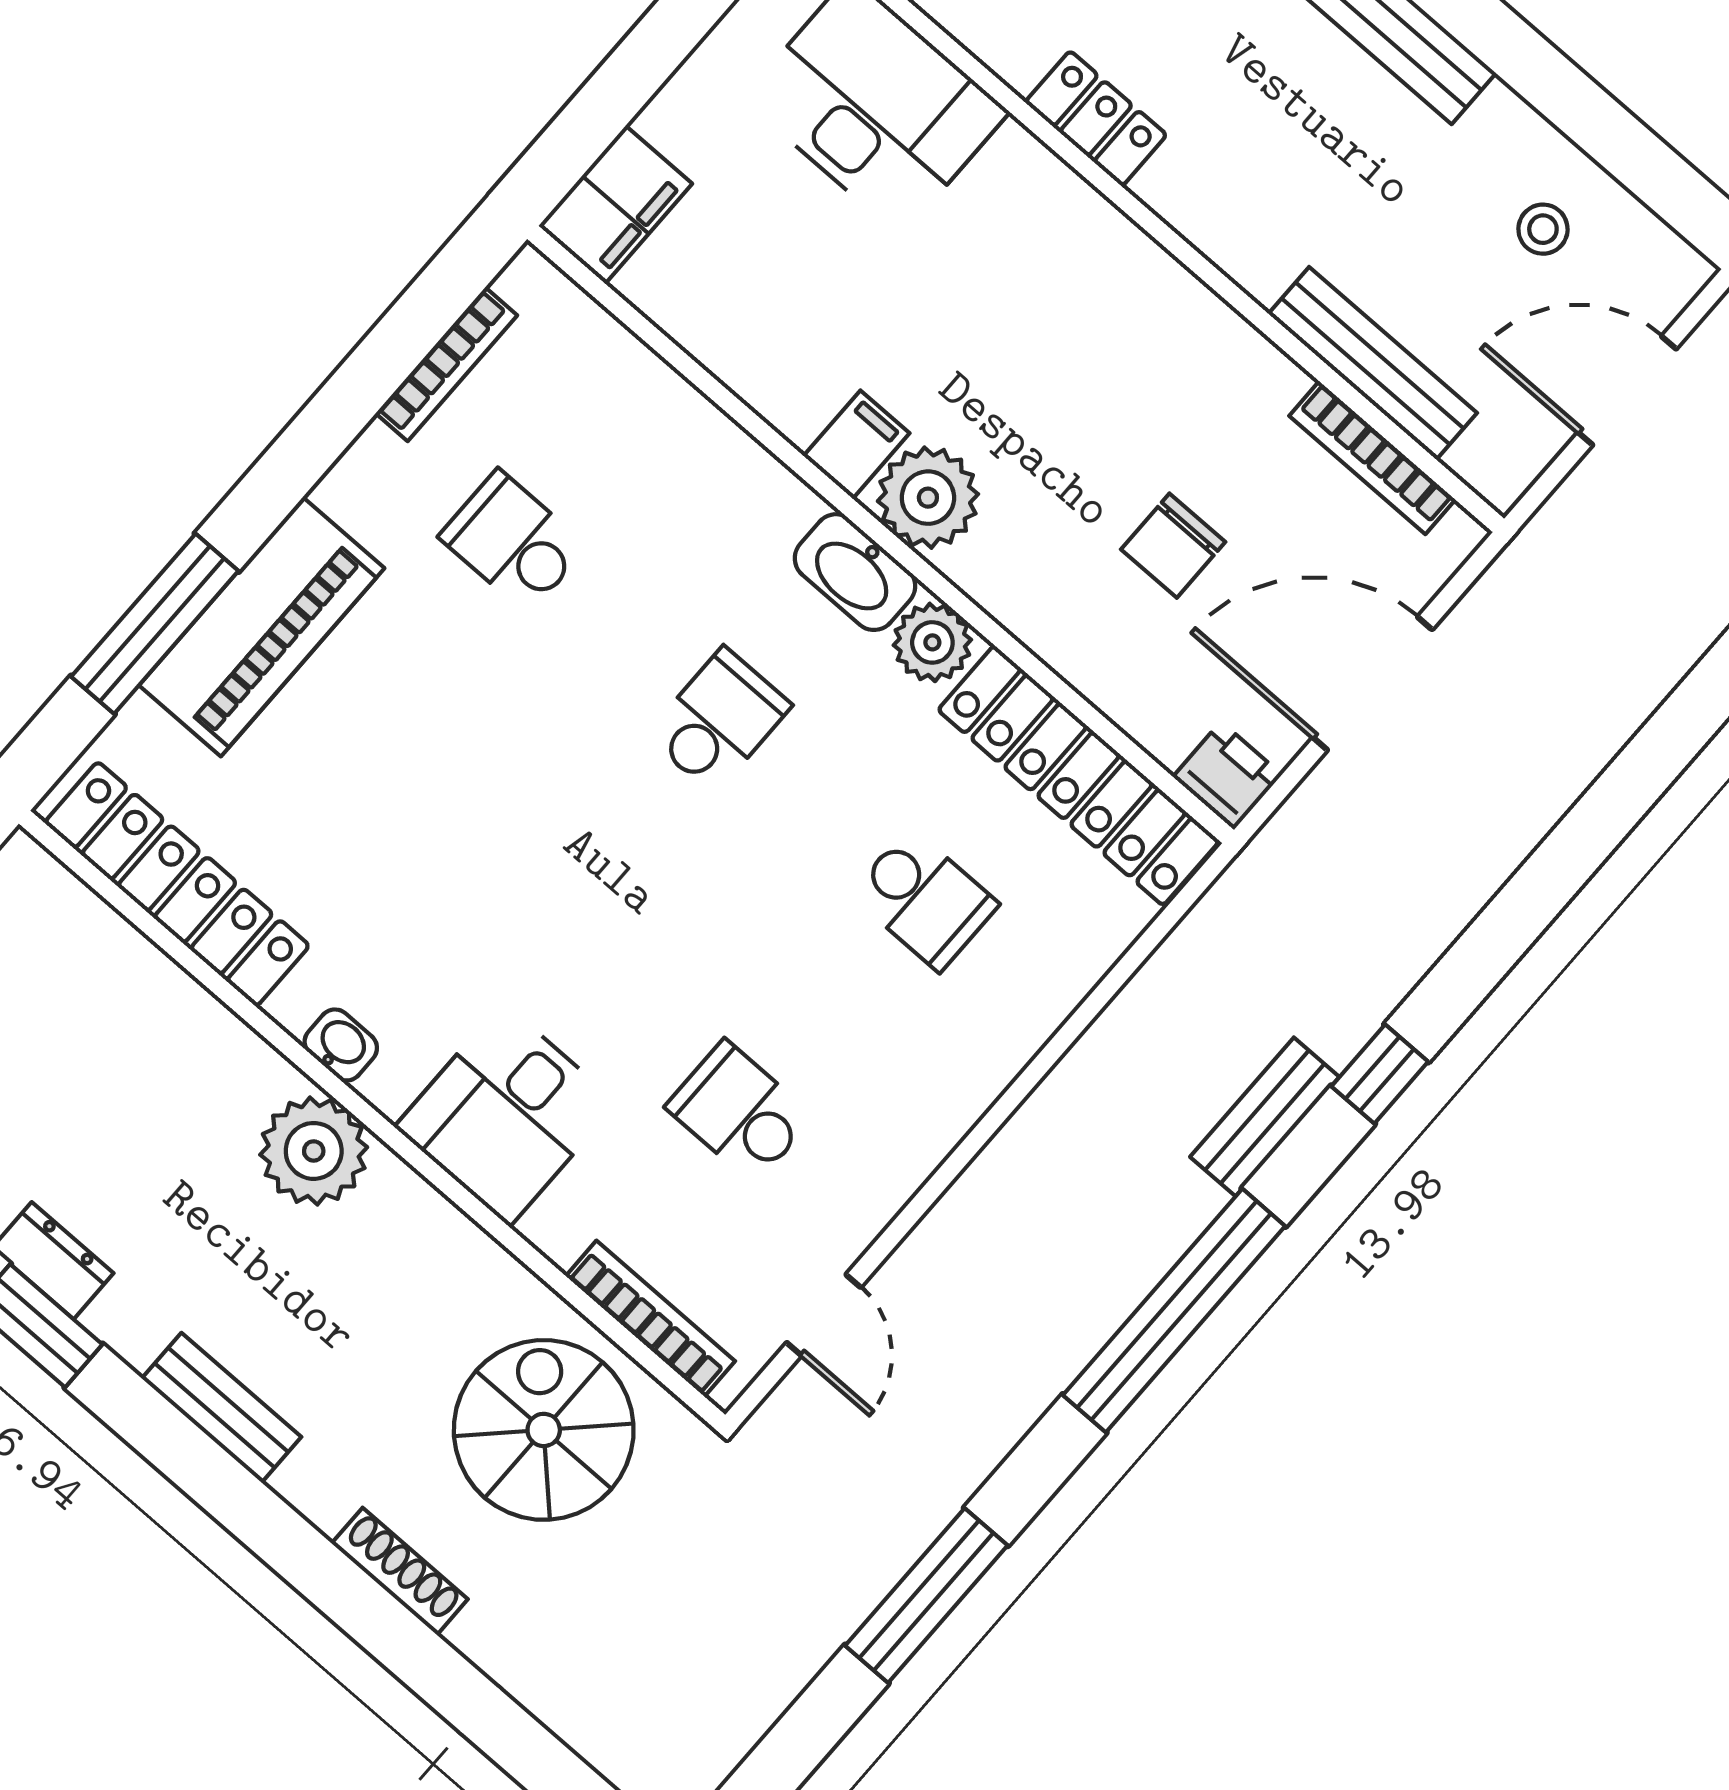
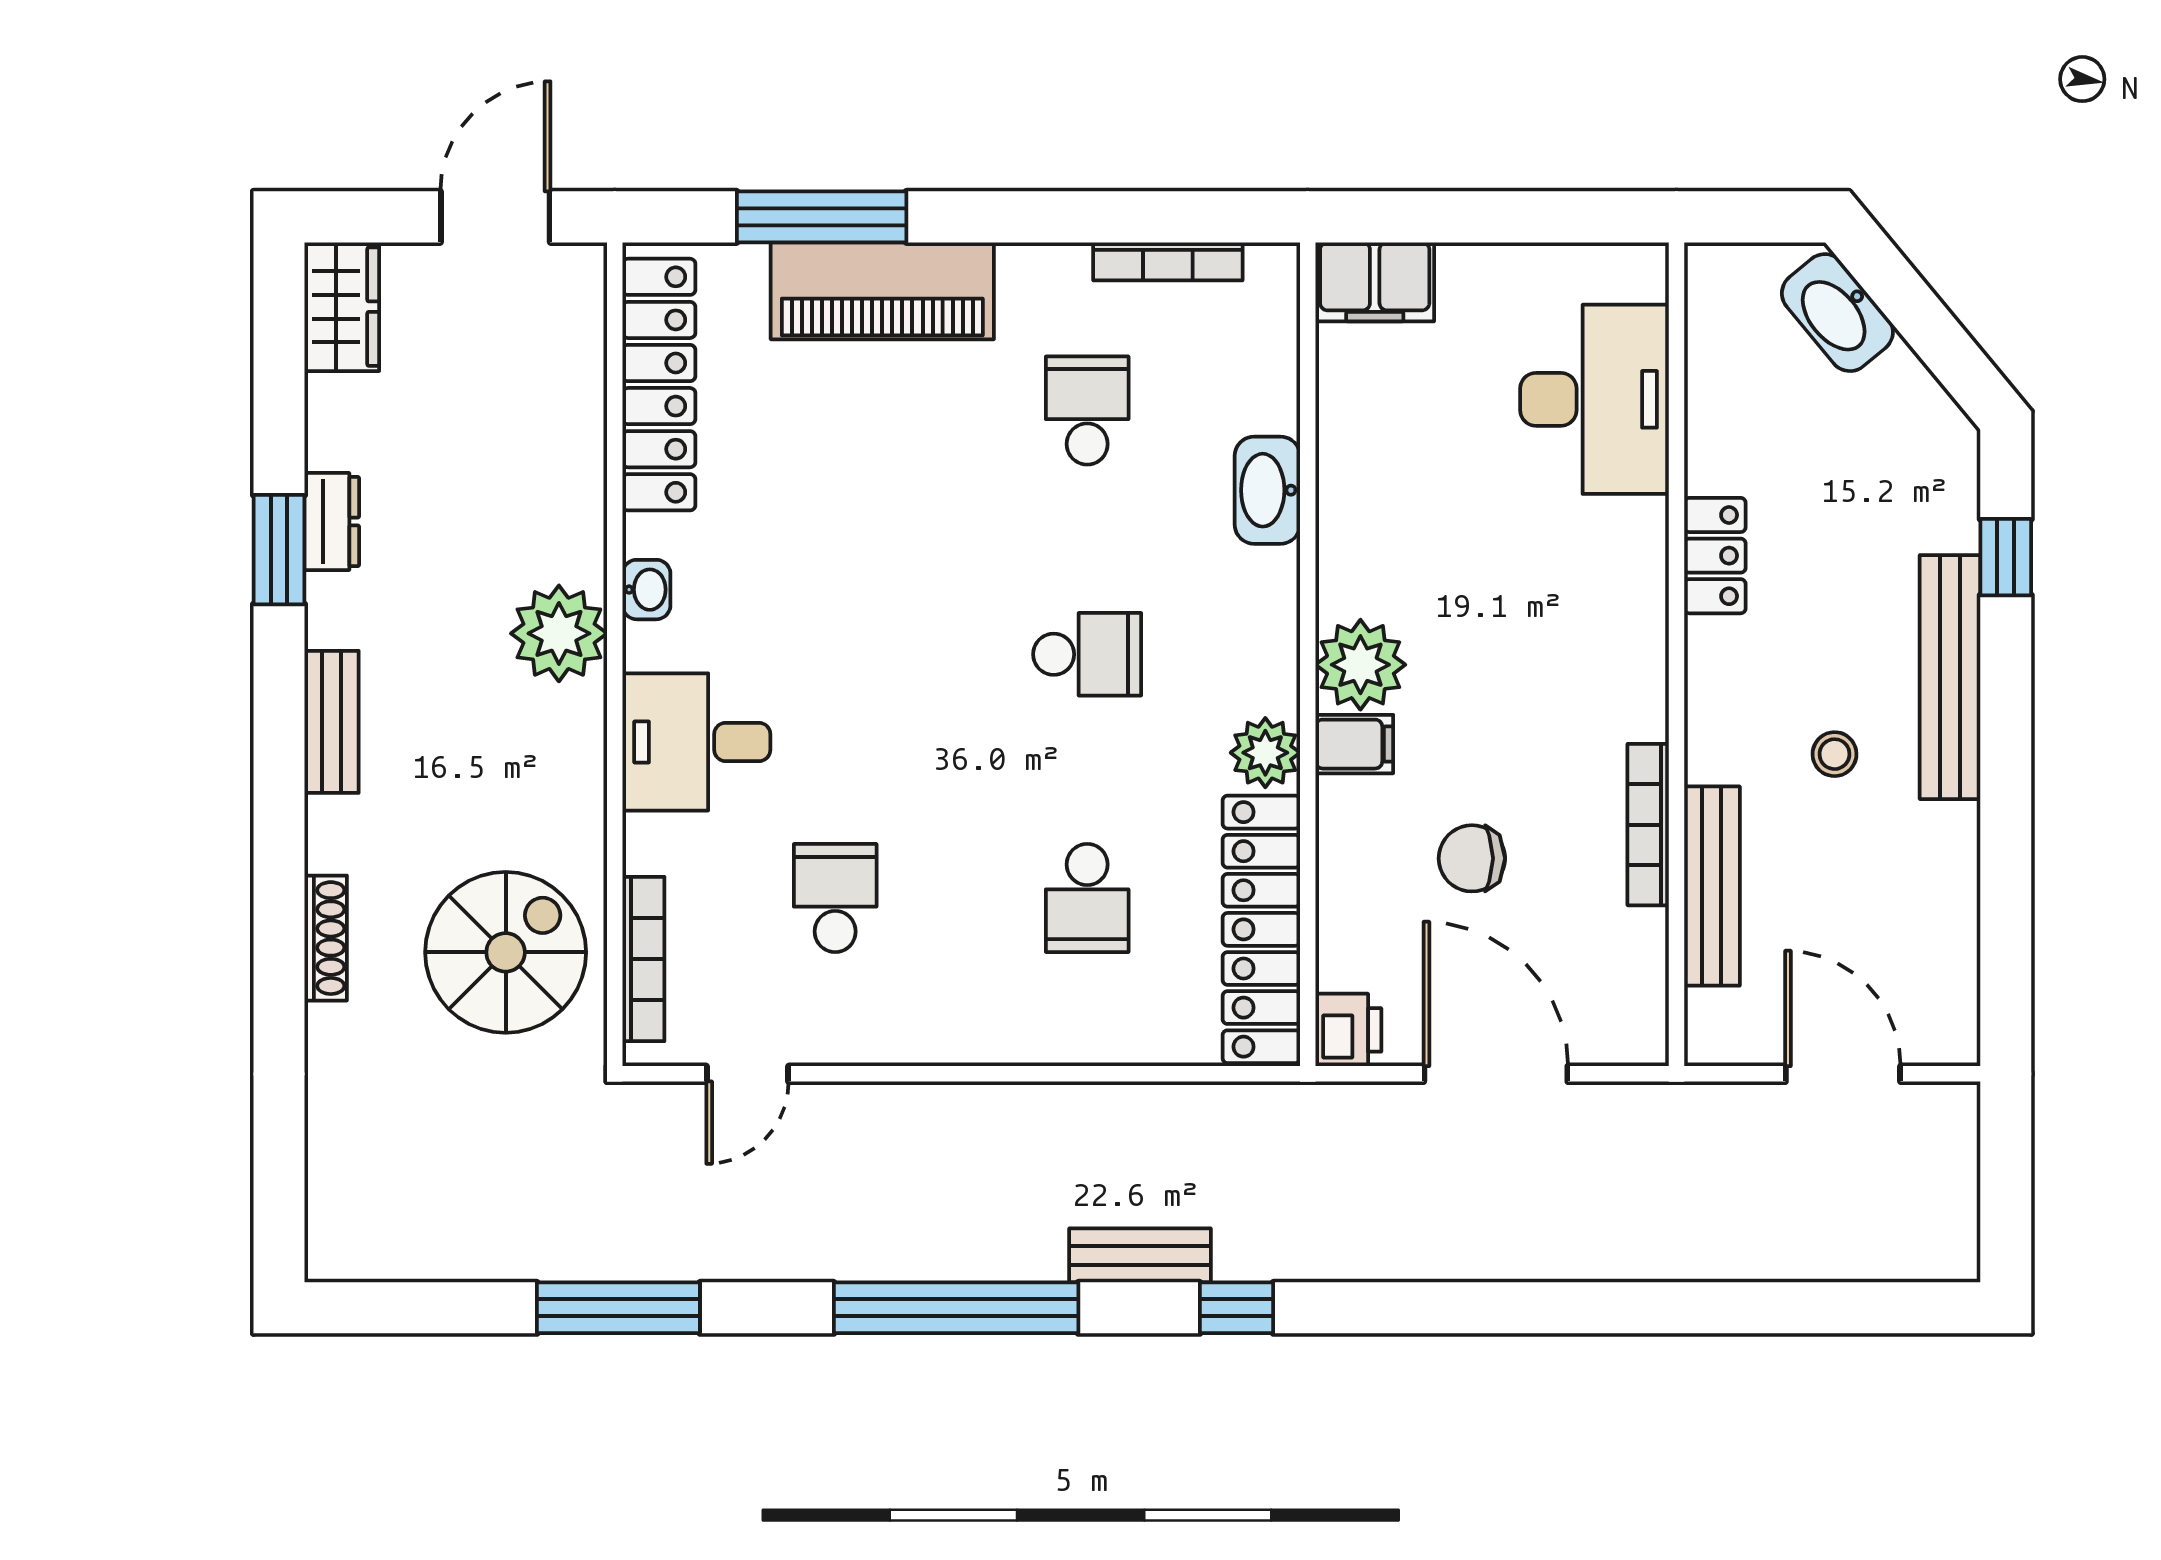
stool: (1543, 229) -> (1834, 754), moved
filing cabinet: (856, 445) -> (1354, 744), moved
bookcase: (1372, 458) -> (1648, 825), moved
washbasin: (855, 572) -> (1267, 490), moved

